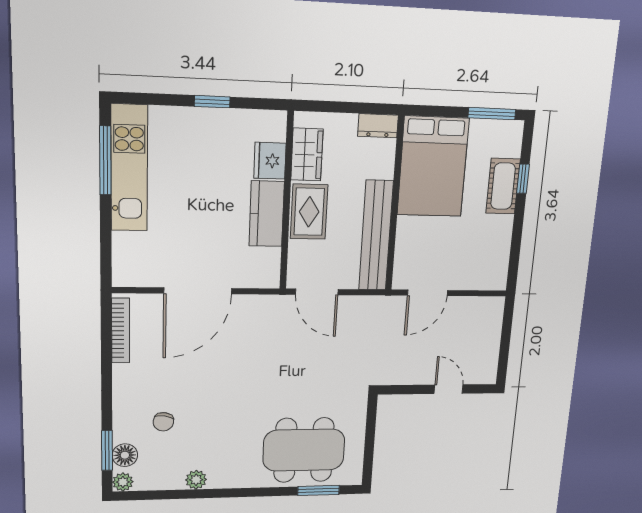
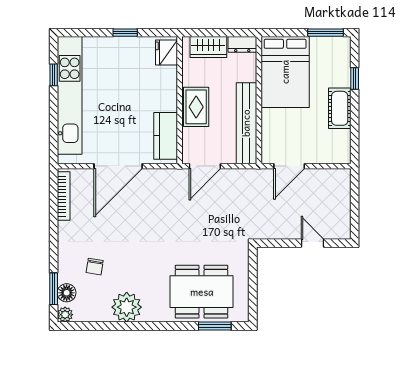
wardrobe: (307, 155) -> (208, 47), moved, turned 90
window: (105, 160) -> (54, 75), width x0.46
fridge: (270, 161) -> (166, 52), moved
kitchen unit: (129, 168) -> (70, 95), width x1.36
cot: (503, 186) -> (340, 108), moved
kitchen counter: (267, 214) -> (166, 136), moved
door: (317, 292) -> (205, 166), hinge flipped
plant: (196, 480) -> (127, 307), width x1.87, depth x1.87

